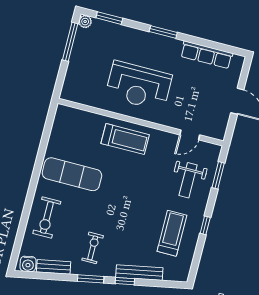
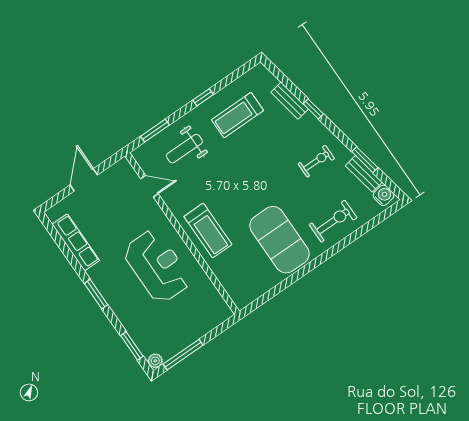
treadmill: (125, 139) -> (208, 231), turned 180
exercise mat: (72, 174) -> (280, 240), width x1.47
weight bench: (188, 180) -> (184, 149), turned 180
exercise bike: (93, 248) -> (316, 161), turned 180
bench: (139, 273) -> (290, 101), width x0.73
window: (91, 279) -> (365, 160), moved

